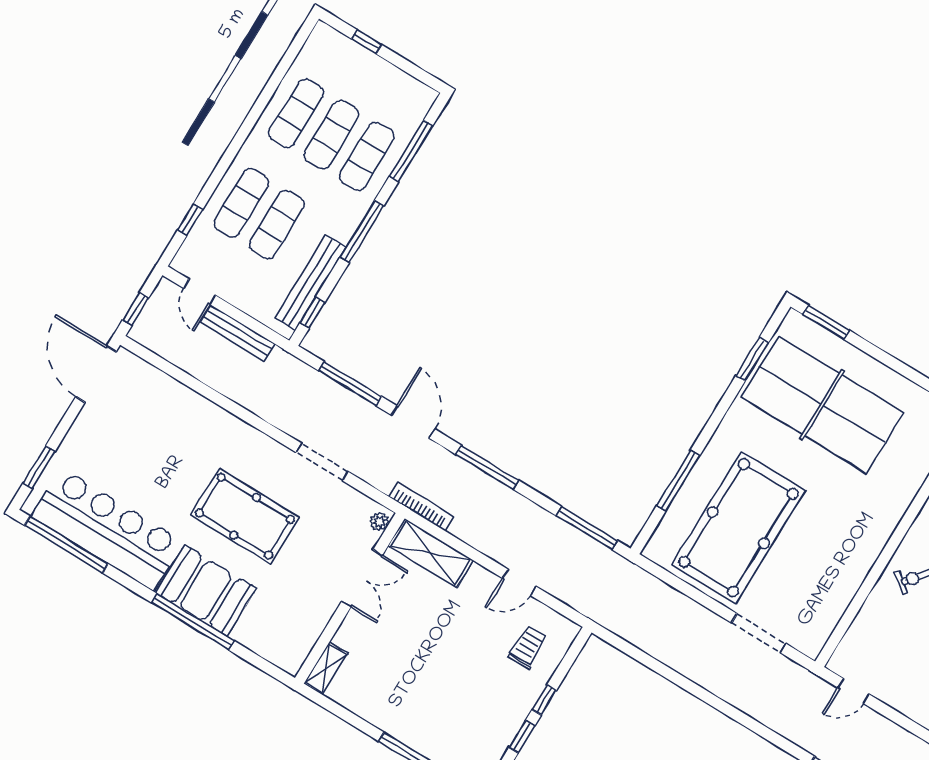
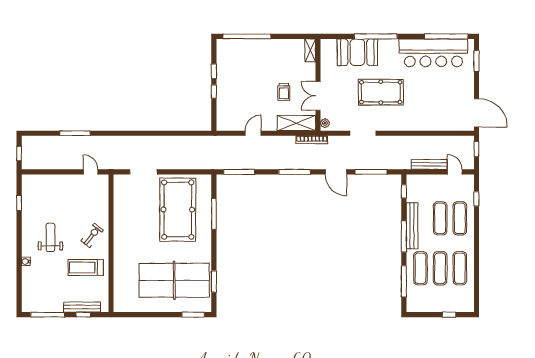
bench: (310, 283) -> (412, 226), moved
booth: (206, 591) -> (357, 52), moved
trolley: (528, 647) -> (284, 92), moved
door: (854, 691) -> (91, 172), hinge flipped

